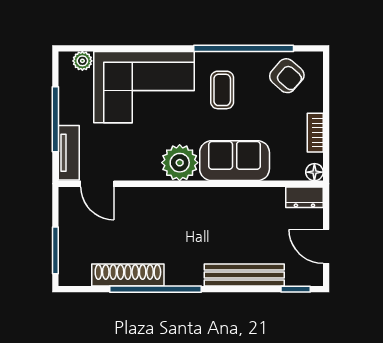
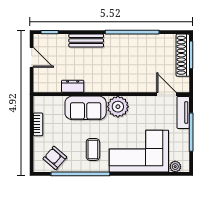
floor lamp: (314, 172) -> (39, 101), removed
dresser: (304, 197) -> (73, 86), moved
shoe rack: (128, 275) -> (183, 55), moved, turned 90
bench: (244, 275) -> (86, 41), width x0.73

